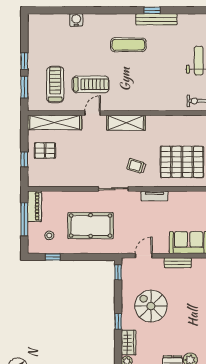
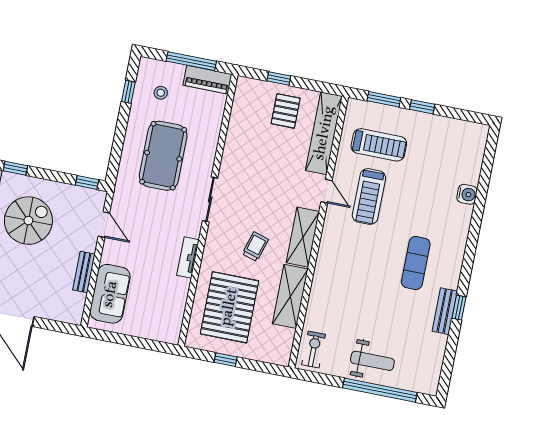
bench: (156, 19) -> (445, 311), width x0.73
shelving: (167, 123) -> (290, 296), added
trolley: (136, 166) -> (255, 247), moved

